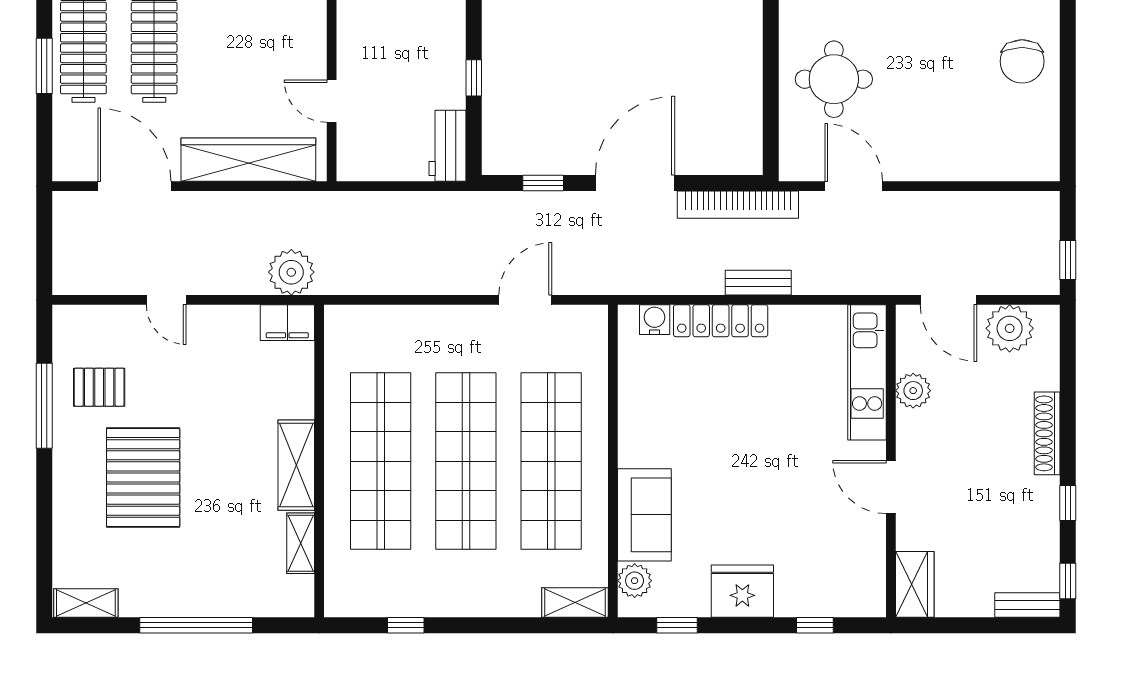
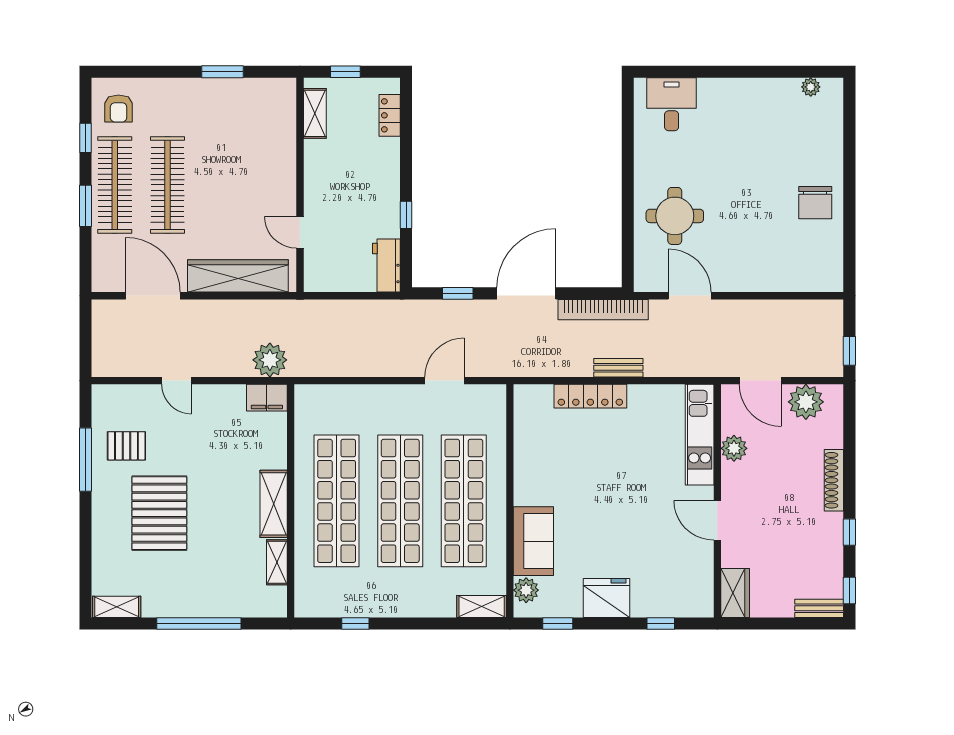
water cooler: (655, 320) -> (541, 395), removed

